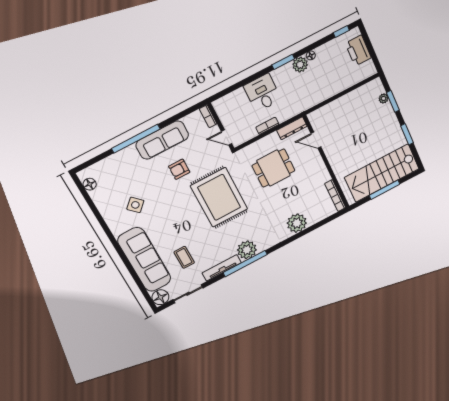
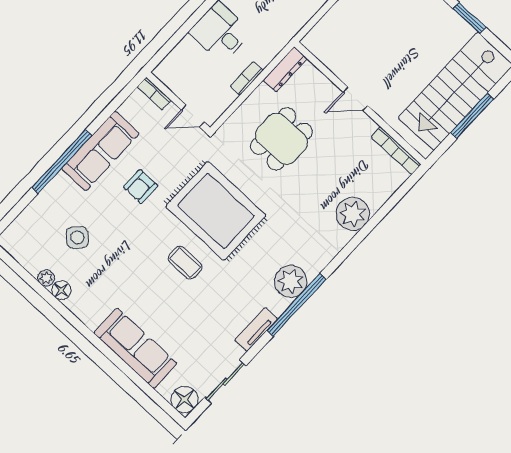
door: (316, 140) -> (355, 99), moved
floor lamp: (90, 184) -> (61, 290), moved
plant: (101, 205) -> (46, 278), added
side table: (135, 205) -> (77, 237), moved
coffee table: (184, 257) -> (185, 263), moved
sofa: (144, 260) -> (135, 348), width x0.74, depth x0.79
tv unit: (222, 268) -> (256, 330), width x0.71

